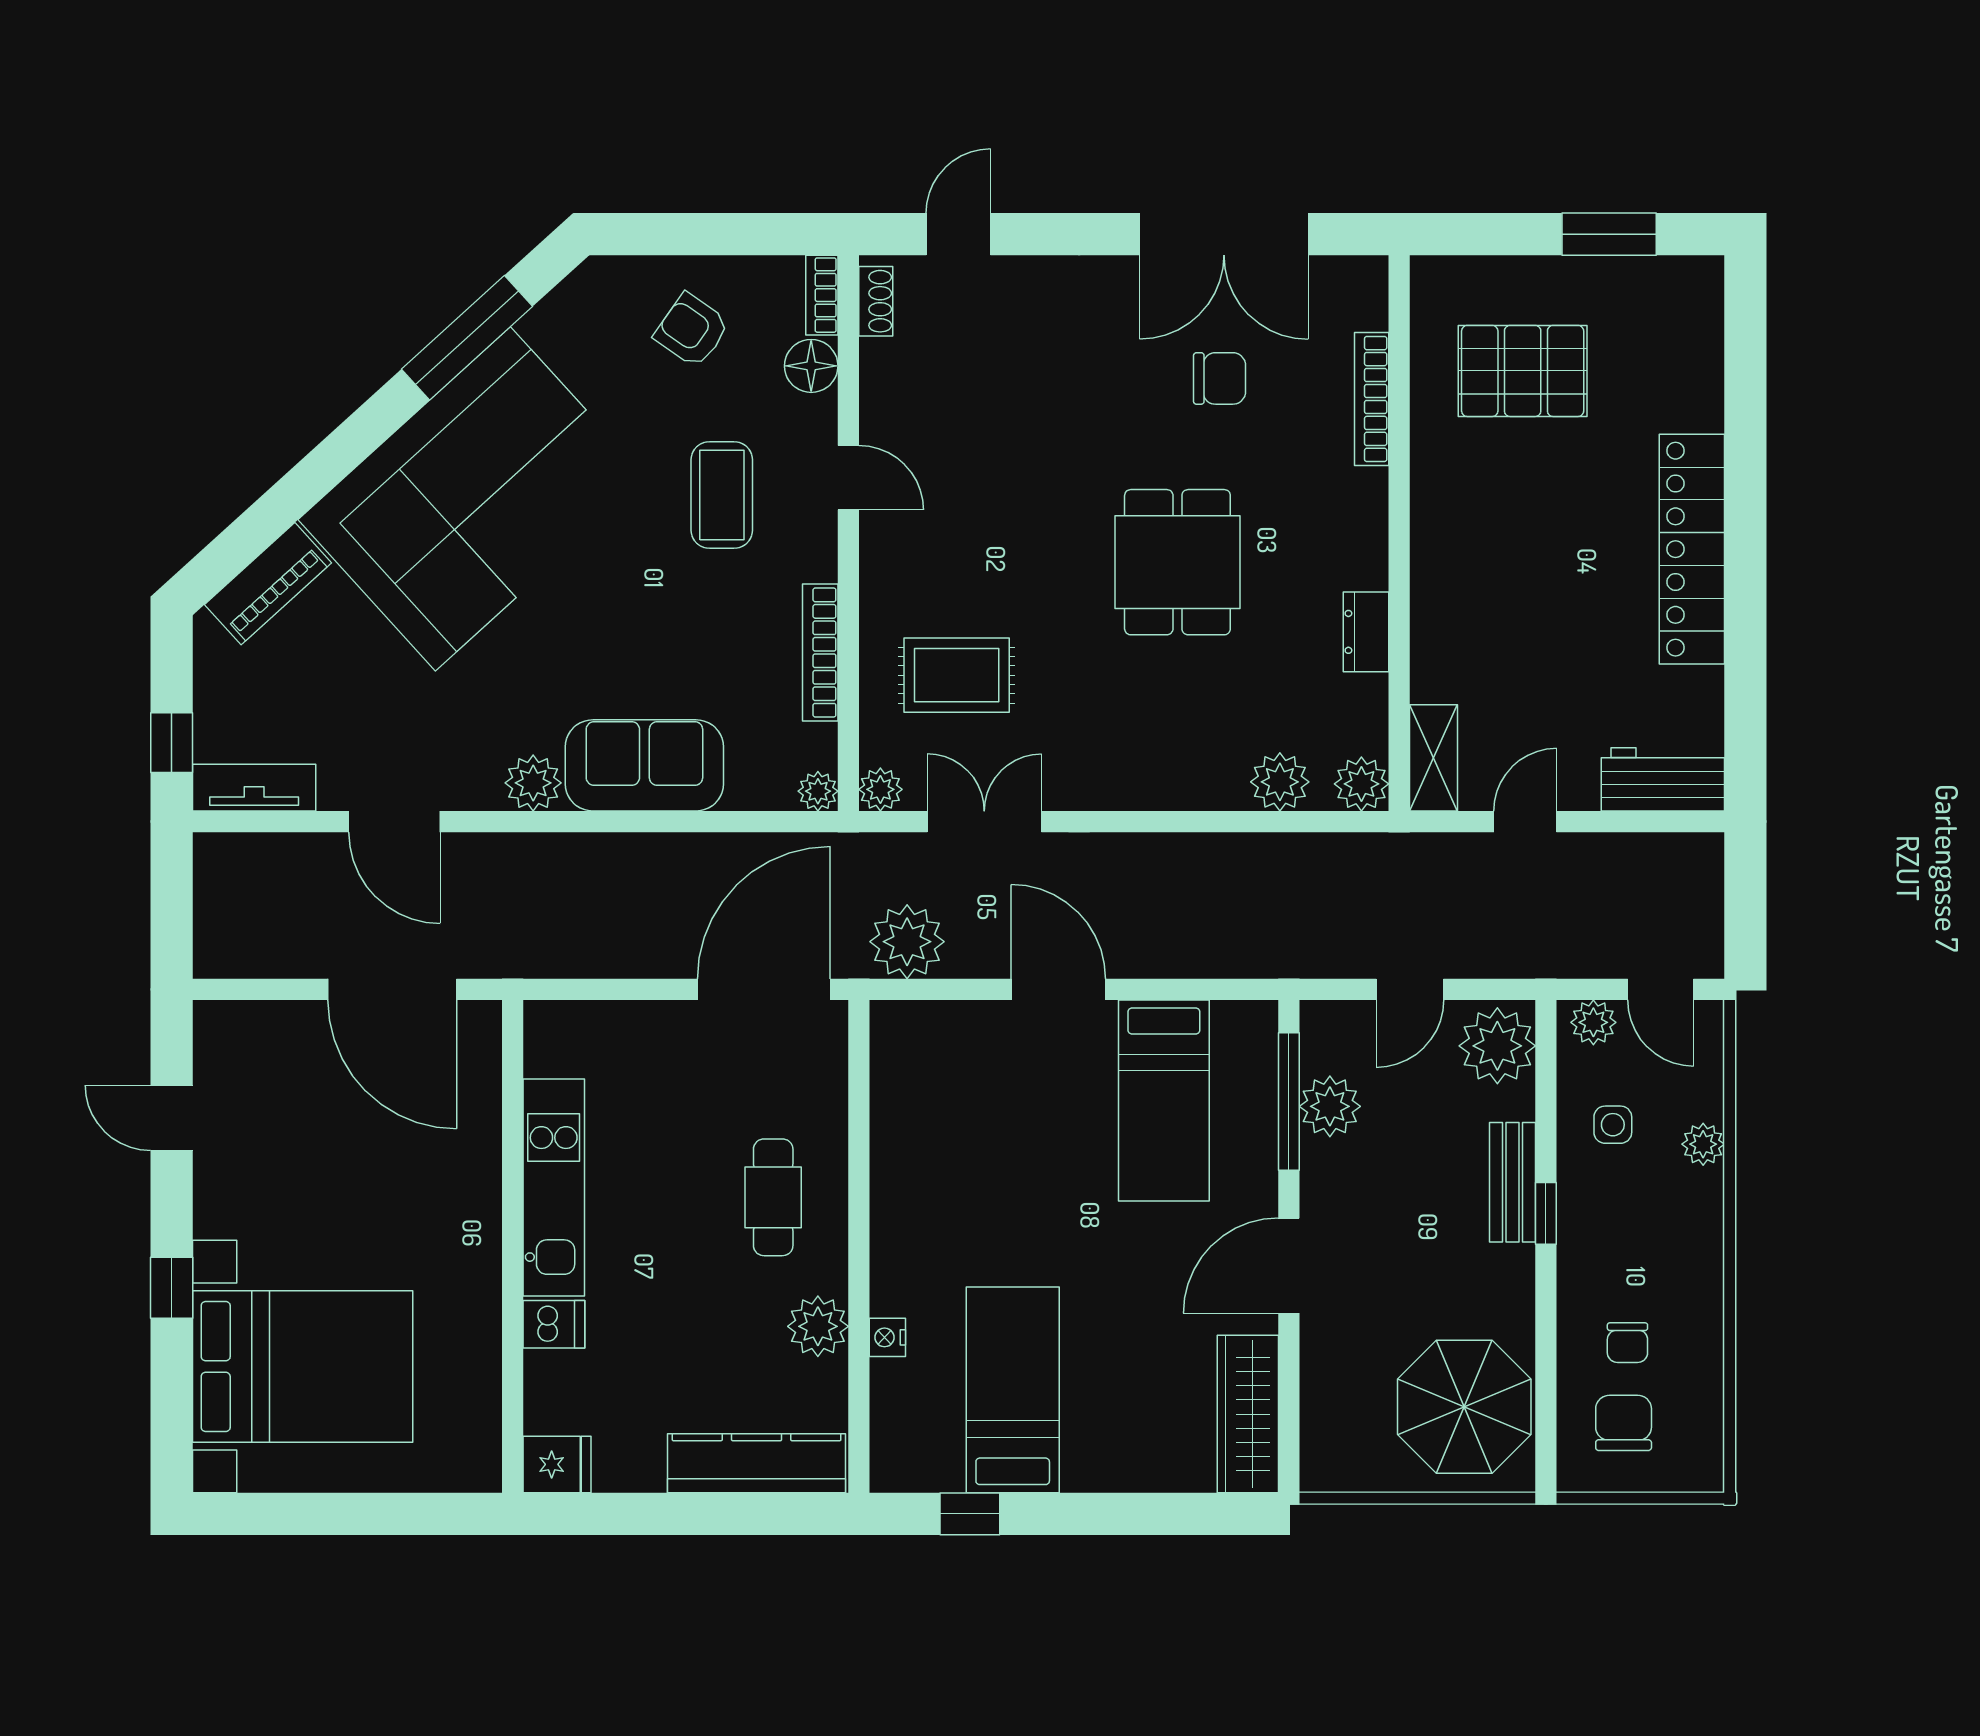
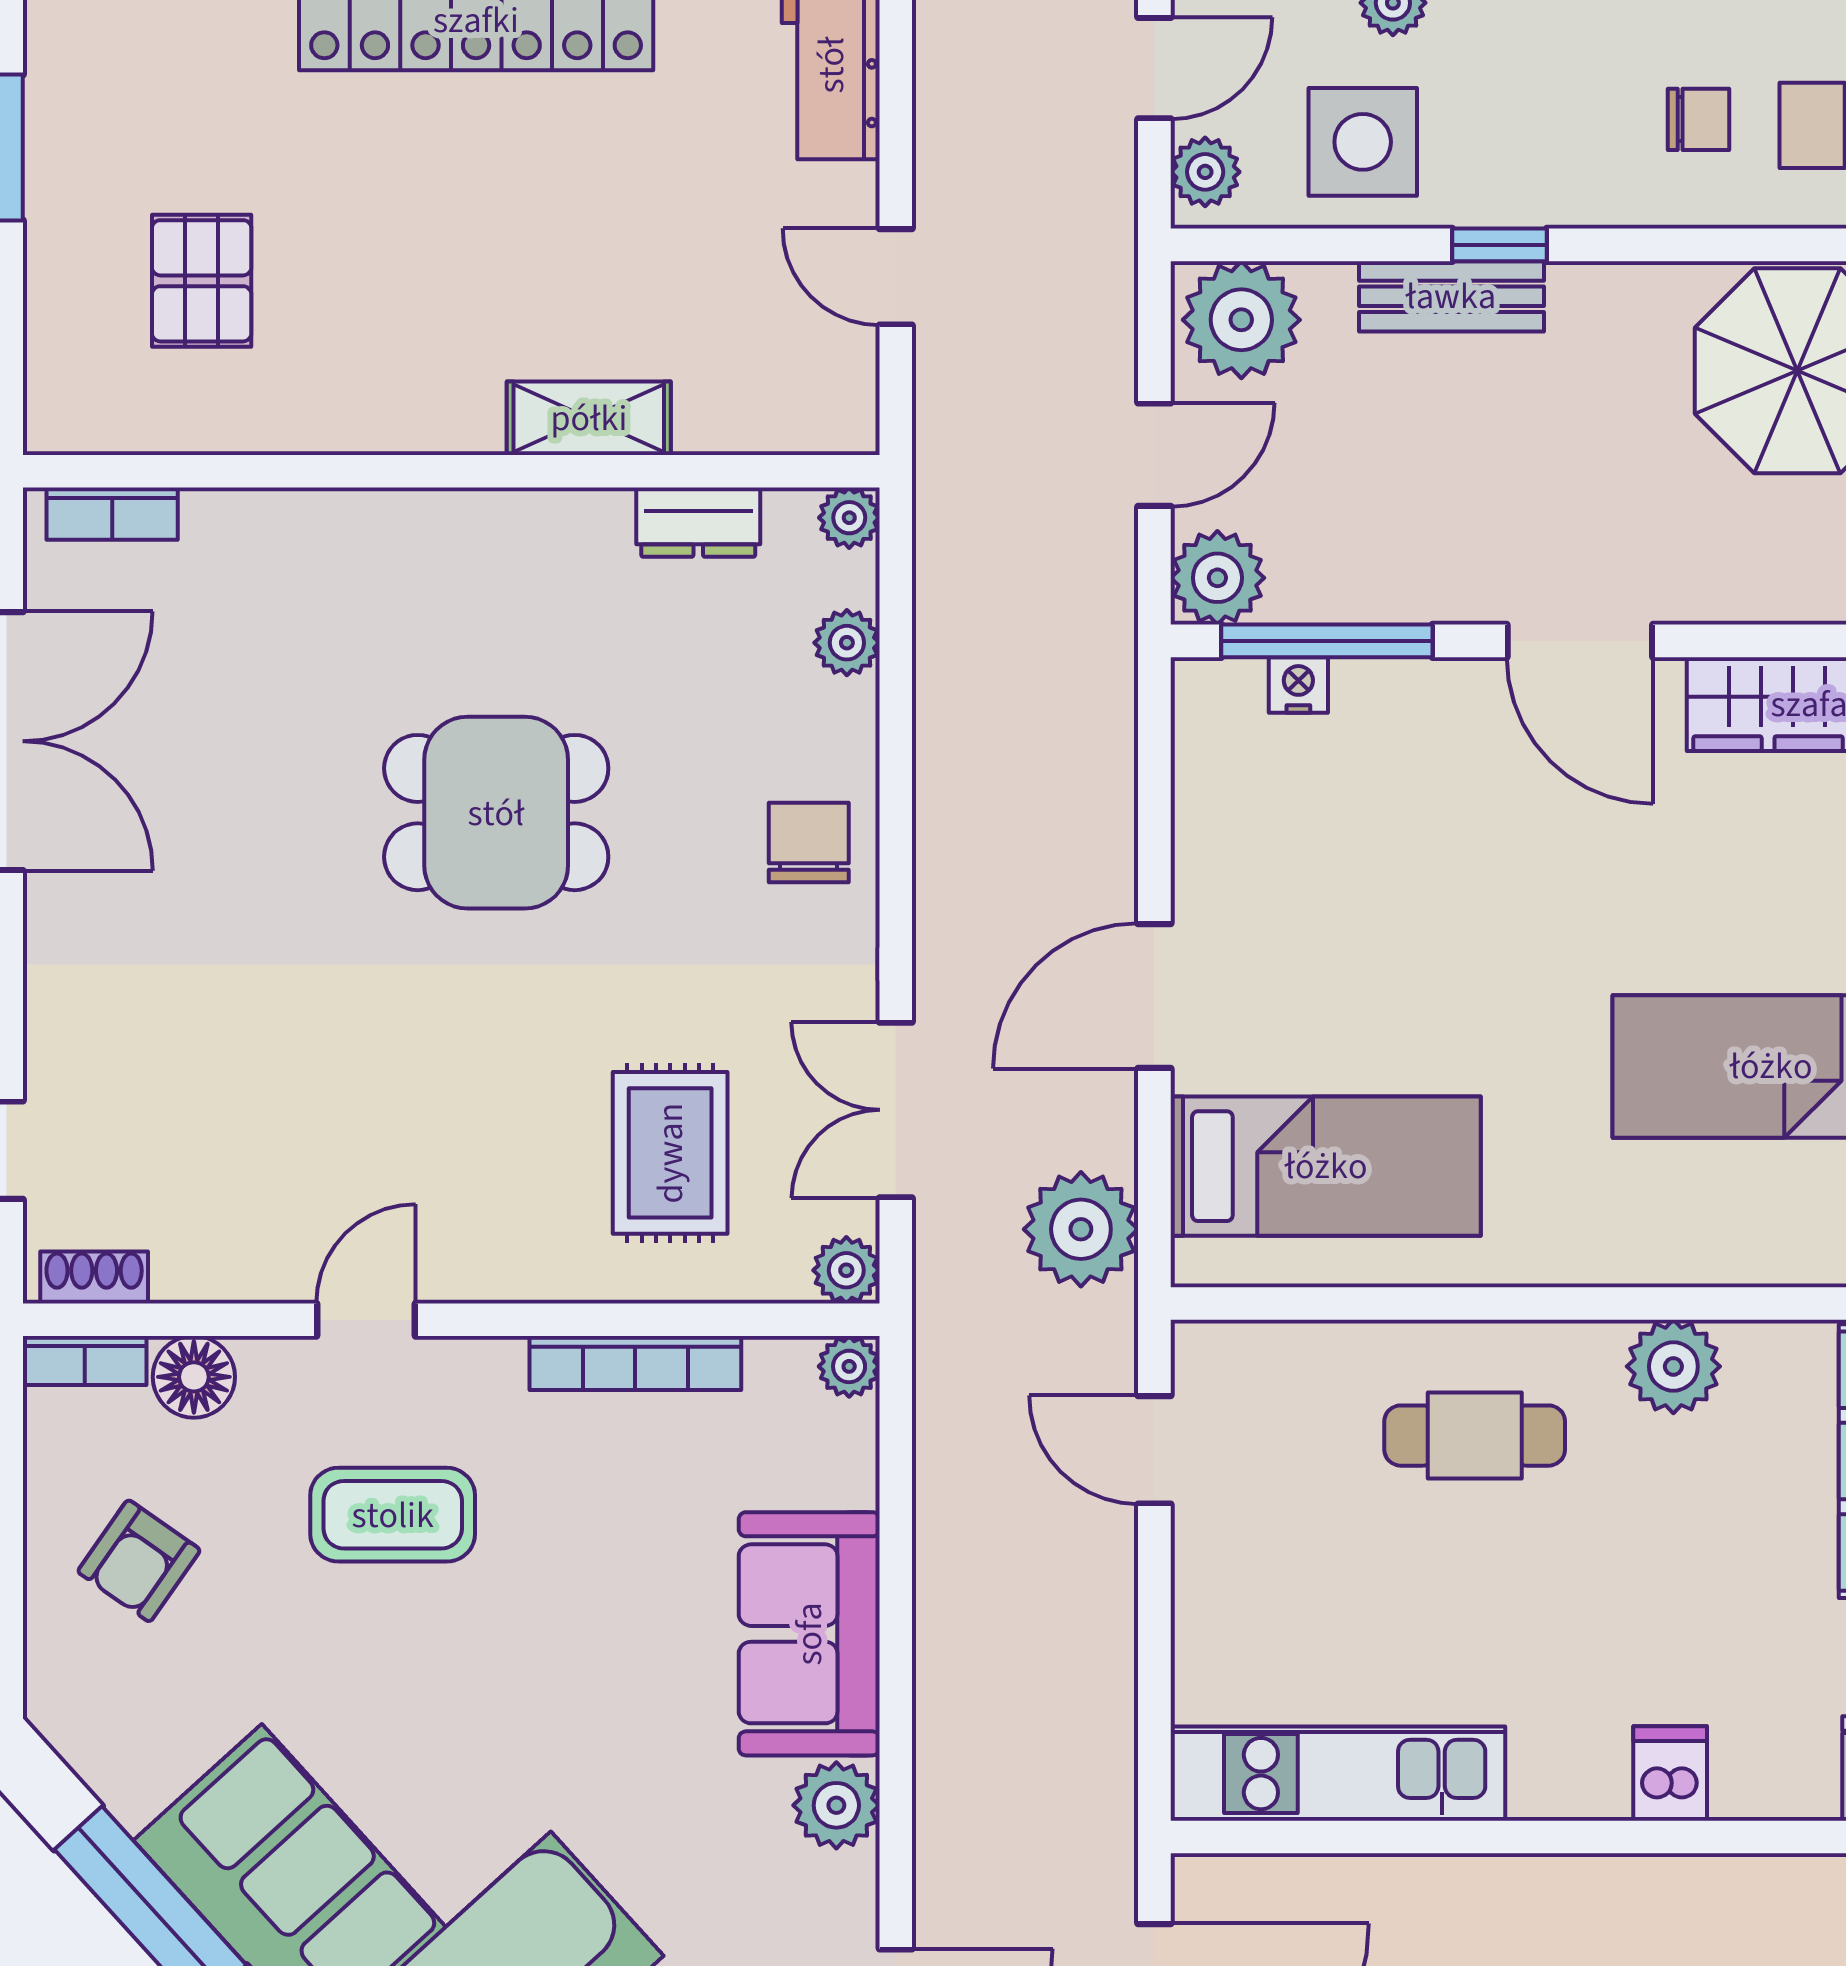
pallet: (1523, 371) -> (202, 281), width x0.67, depth x0.71
chair: (1220, 378) -> (809, 843), moved
bookcase: (1372, 399) -> (112, 514), moved, width x0.64
dresser: (1366, 632) -> (698, 522), moved
shelving: (1433, 758) -> (589, 418), moved
plant: (1280, 782) -> (847, 643), width x0.73, depth x0.73
plant: (1361, 784) -> (849, 518), width x0.73, depth x0.73
door: (764, 989) -> (1154, 1450), width x0.53
door: (1410, 989) -> (1154, 455), hinge flipped
bed: (1164, 1101) -> (1326, 1166), moved
plant: (1330, 1106) -> (1217, 578), moved
side table: (1613, 1125) -> (1363, 142), width x1.87, depth x1.87
kitchen unit: (554, 1188) -> (1338, 1774), moved
nightstand: (887, 1337) -> (1298, 685), moved, turned 180

